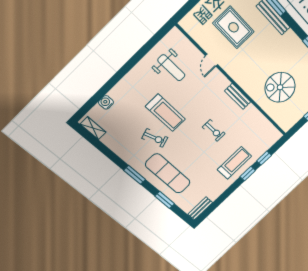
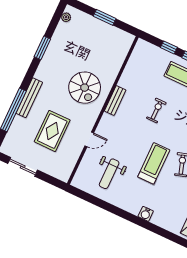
weight bench: (171, 68) -> (109, 174), turned 180
spiral stairs: (280, 87) -> (85, 88), moved
water cooler: (106, 102) -> (146, 214), moved

